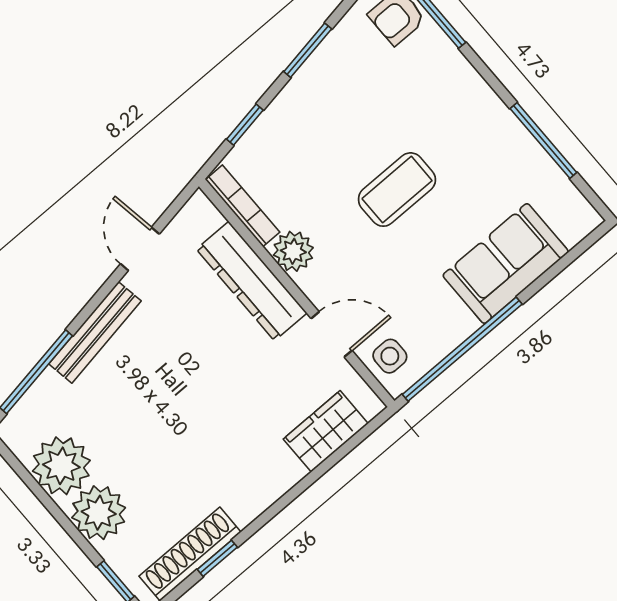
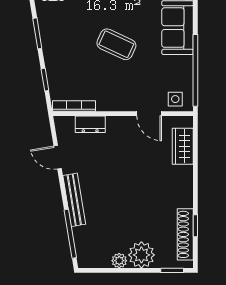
coffee table: (397, 190) -> (116, 44), turned -65
plant: (293, 251) -> (107, 102), removed
dresser: (252, 281) -> (90, 124), width x0.51, depth x0.80
door: (332, 334) -> (149, 114), swing flipped
plant: (61, 466) -> (119, 261), width x0.53, depth x0.53

